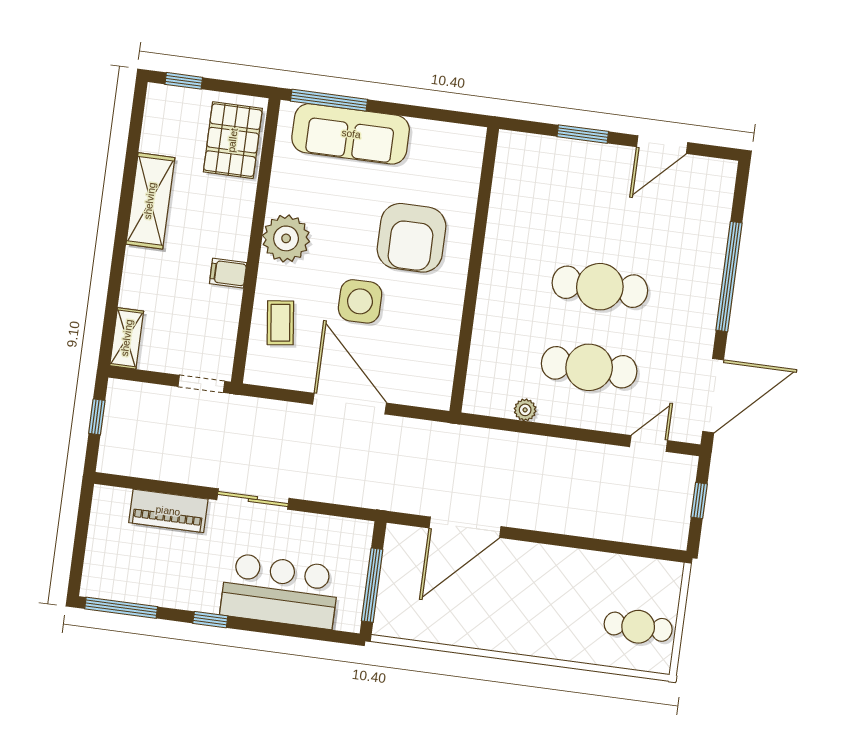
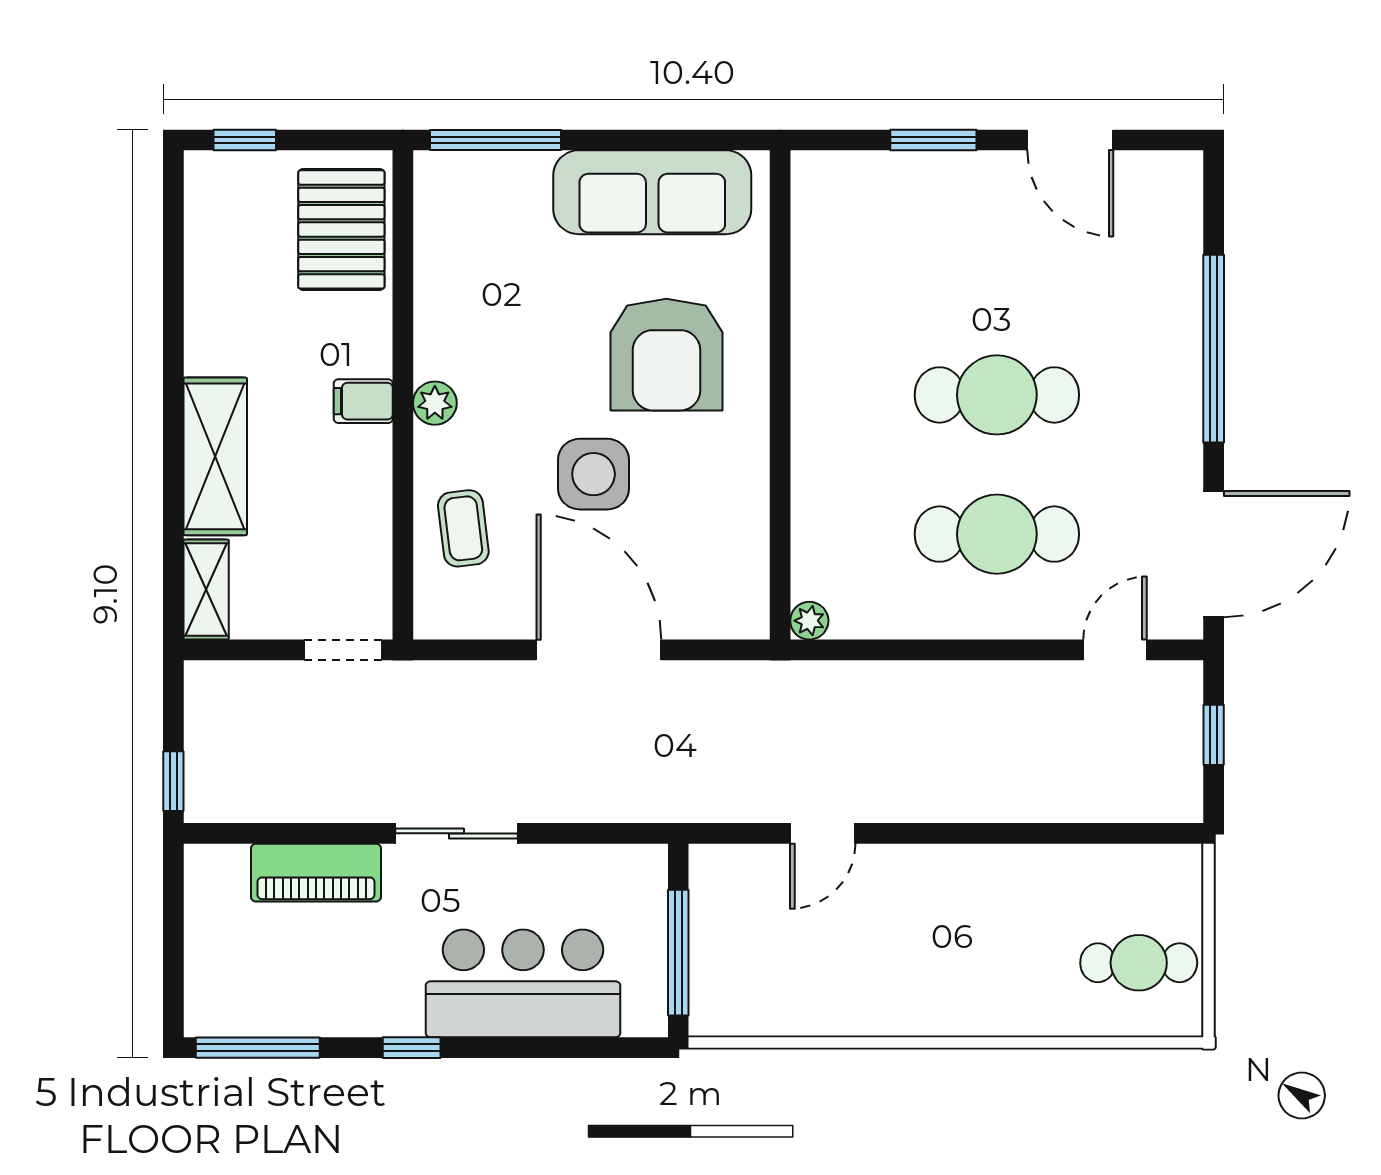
sofa: (351, 134) -> (652, 192), moved
door: (662, 145) -> (1070, 140), hinge flipped
shelving: (150, 201) -> (215, 456), moved
plant: (286, 238) -> (435, 403), width x0.53, depth x0.53
filing cabinet: (228, 273) -> (363, 401), moved
plant: (525, 410) -> (809, 621), moved
window: (97, 417) -> (173, 781), moved
door: (465, 527) -> (823, 833), width x0.53

